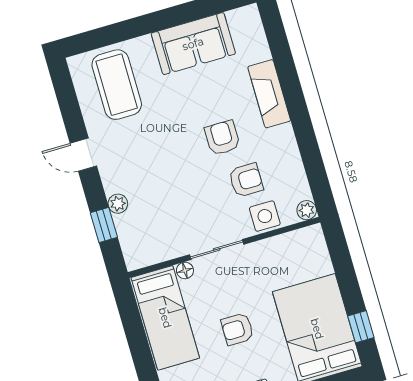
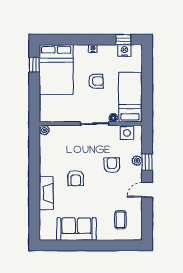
coffee table: (117, 85) -> (120, 220), width x0.54, depth x0.58
door: (83, 155) -> (147, 190), swing flipped
armchair: (246, 180) -> (112, 165), moved, turned 90
side table: (265, 216) -> (127, 133), moved
window: (104, 225) -> (147, 162), moved

